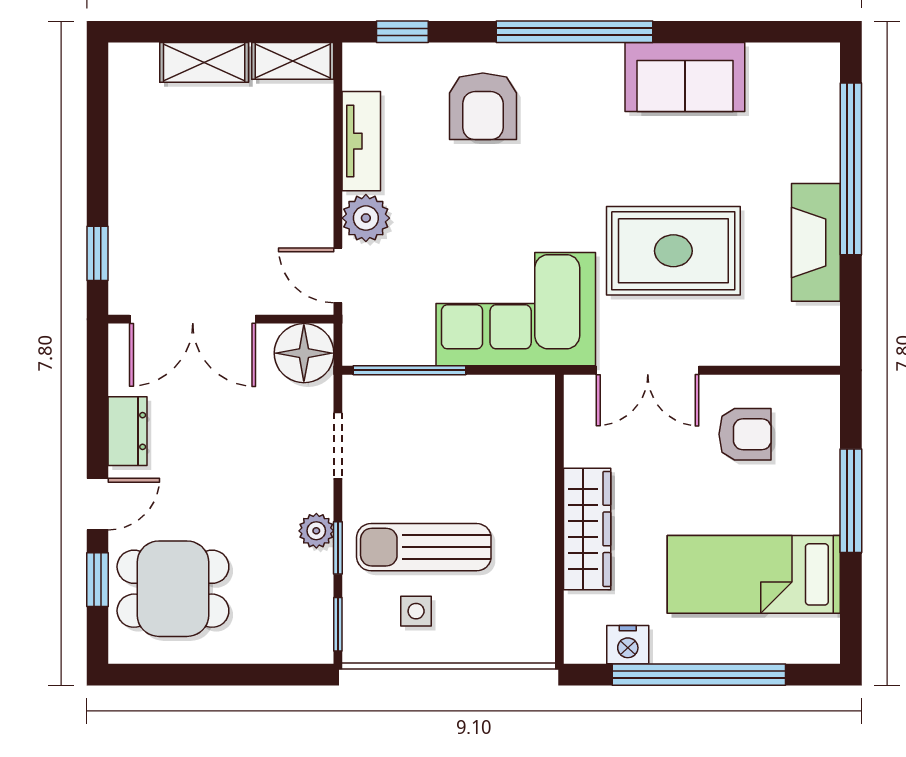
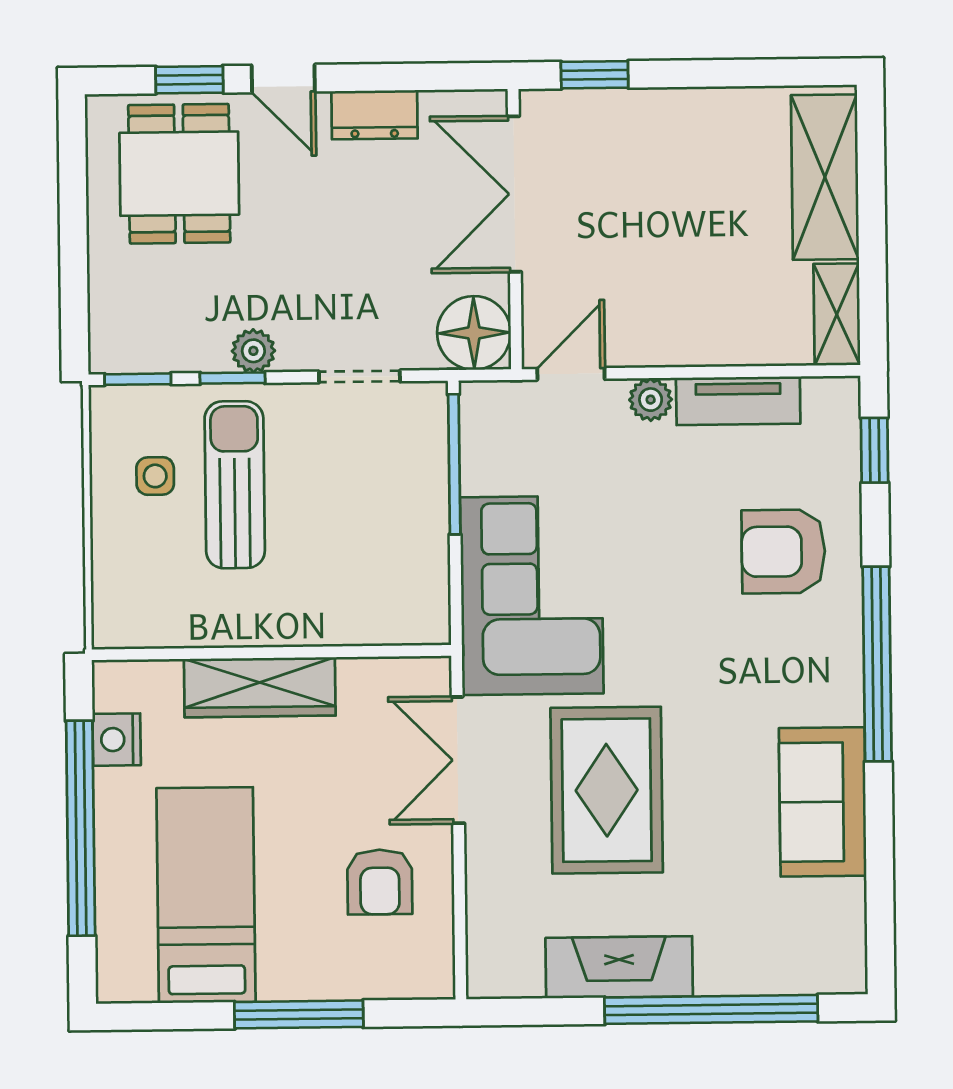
shelving: (204, 62) -> (825, 177), width x1.50, depth x1.33
plant: (366, 218) -> (651, 400), width x0.73, depth x0.73

